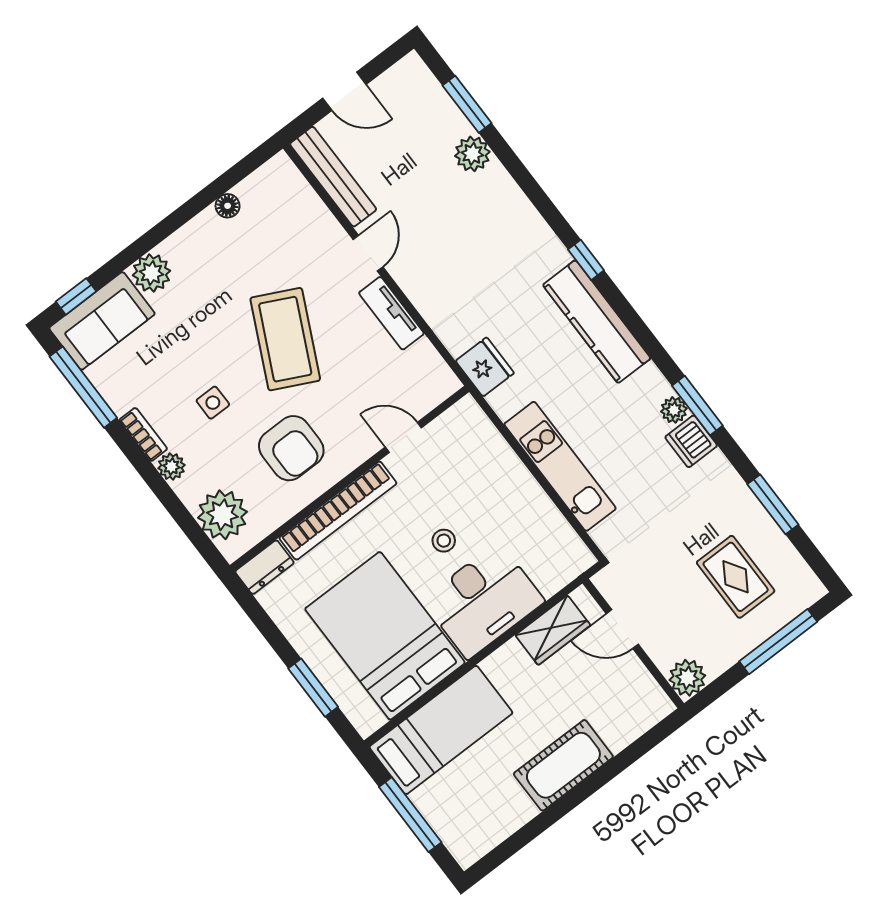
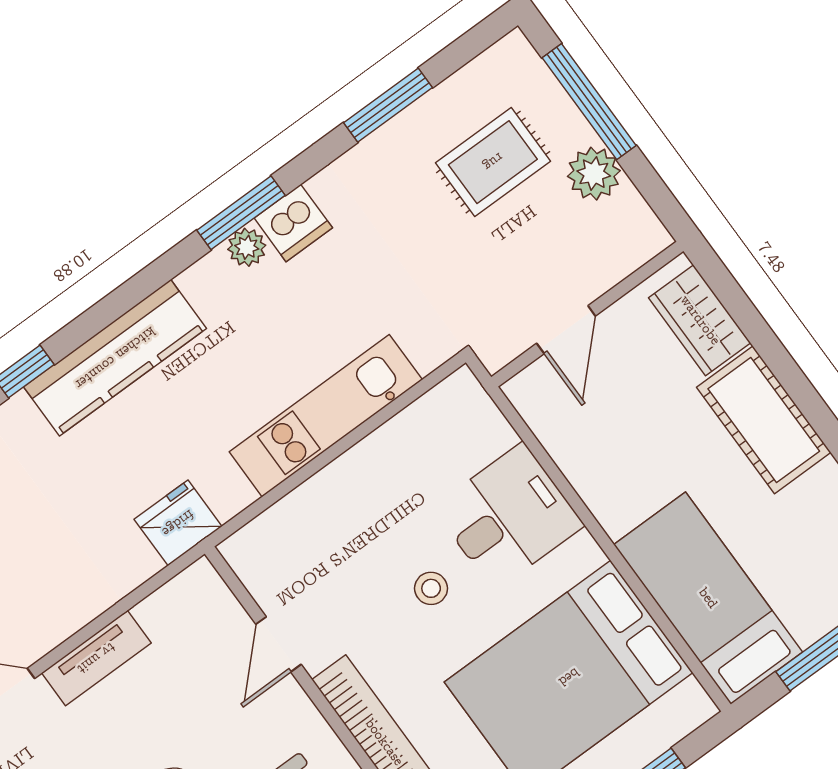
desk: (483, 601) -> (508, 517), width x0.73
wardrobe: (553, 630) -> (700, 320), moved, turned 180
plant: (687, 678) -> (594, 174), moved

